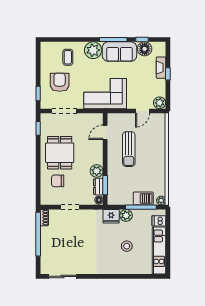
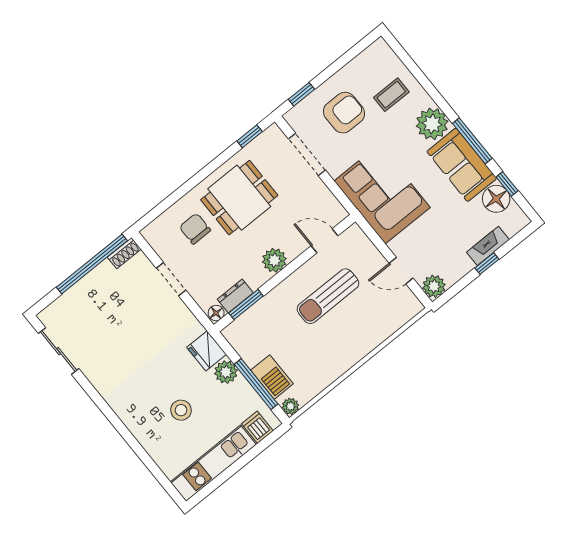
plant: (97, 171) -> (274, 260), moved

